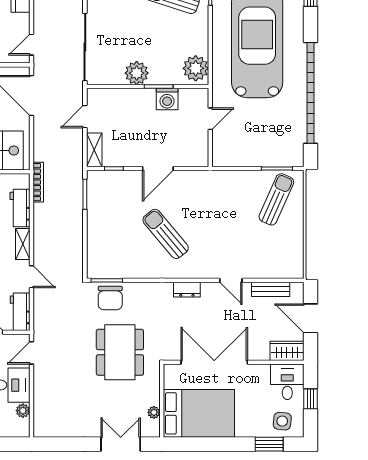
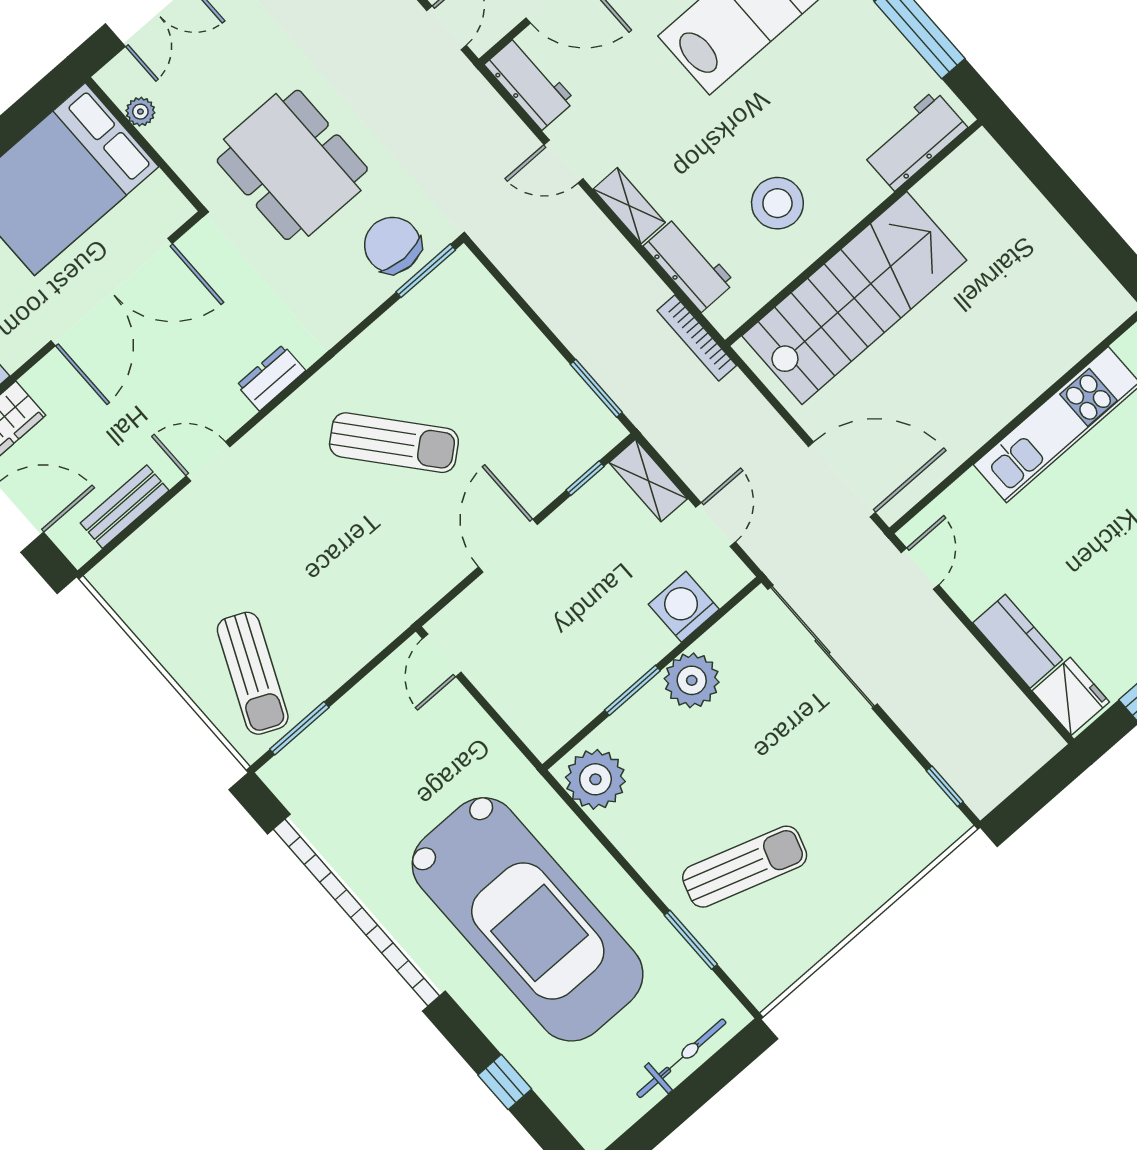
washing machine: (167, 99) -> (684, 607), moved
door: (210, 119) -> (442, 655), moved

